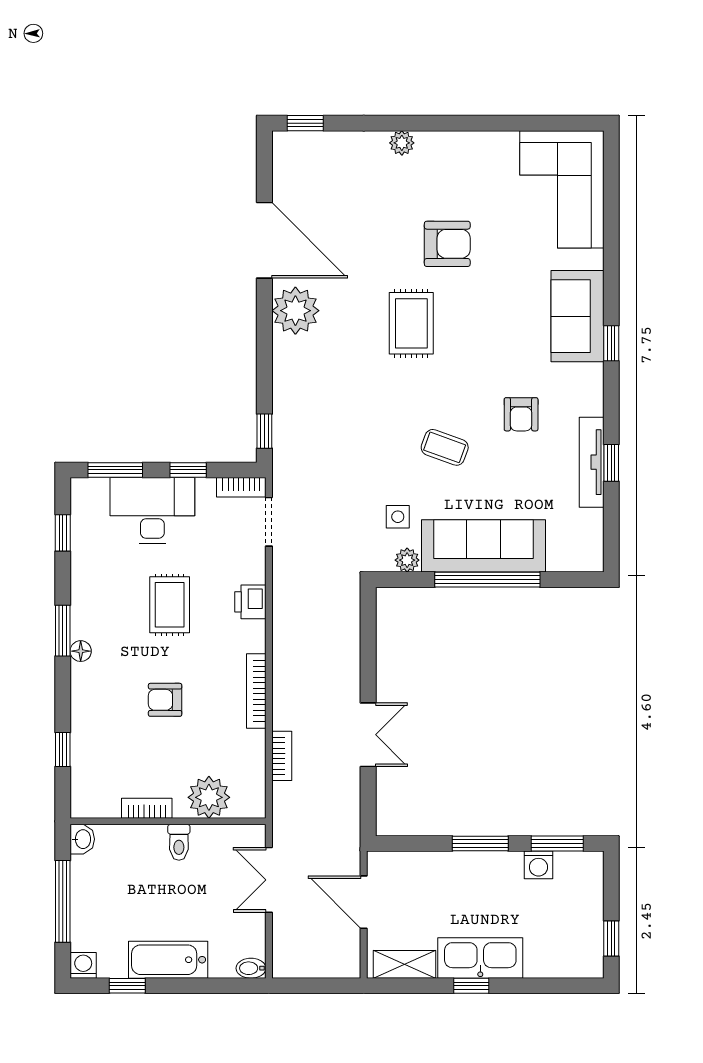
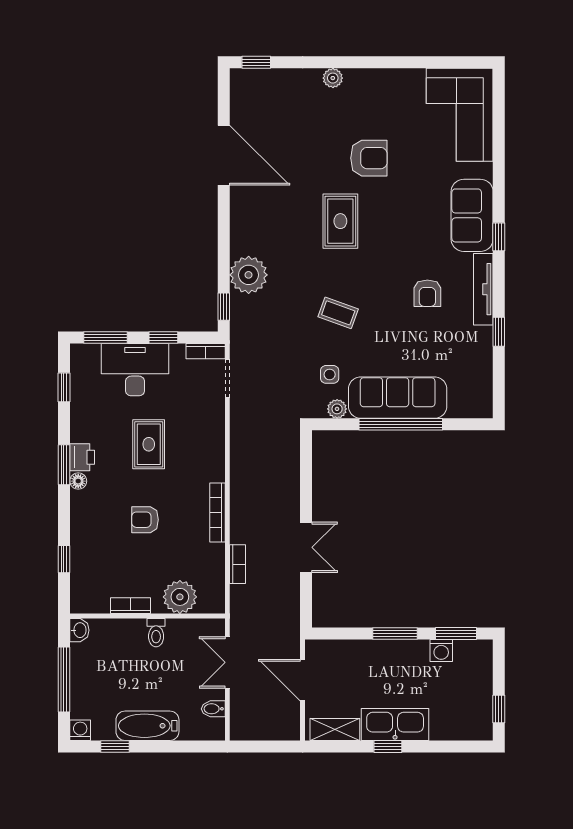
plant: (295, 311) -> (249, 275), moved
coffee table: (445, 447) -> (338, 313), moved
tv unit: (592, 462) -> (483, 289), moved
printer: (250, 602) -> (82, 457), moved, turned 180
bidet: (251, 968) -> (213, 709), moved

